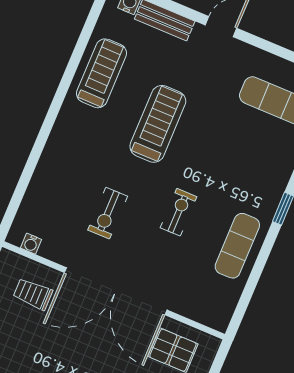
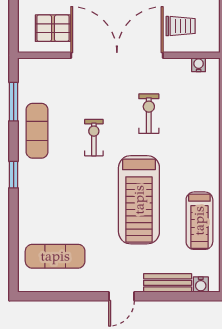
treadmill: (158, 124) -> (139, 200), width x1.37, depth x1.38
exercise bike: (179, 212) -> (94, 138), turned 180
window: (250, 288) -> (14, 102), added

